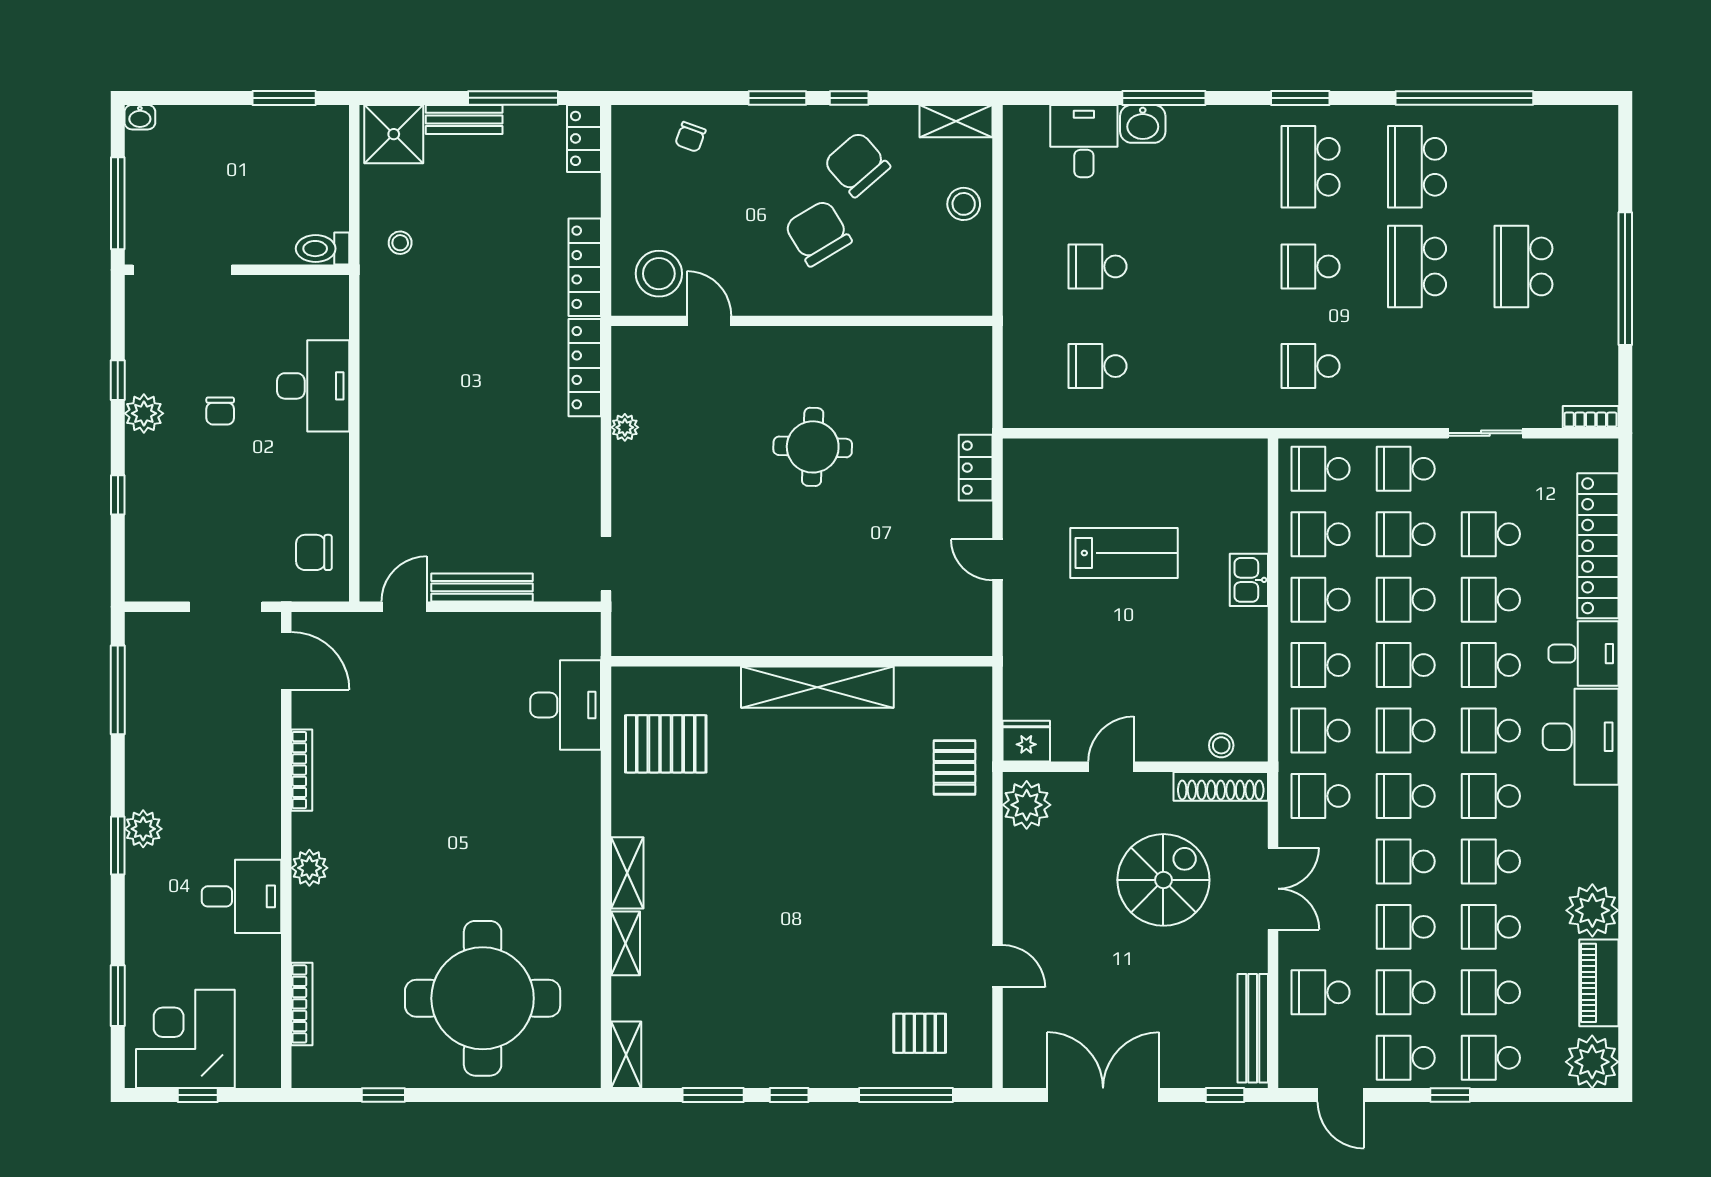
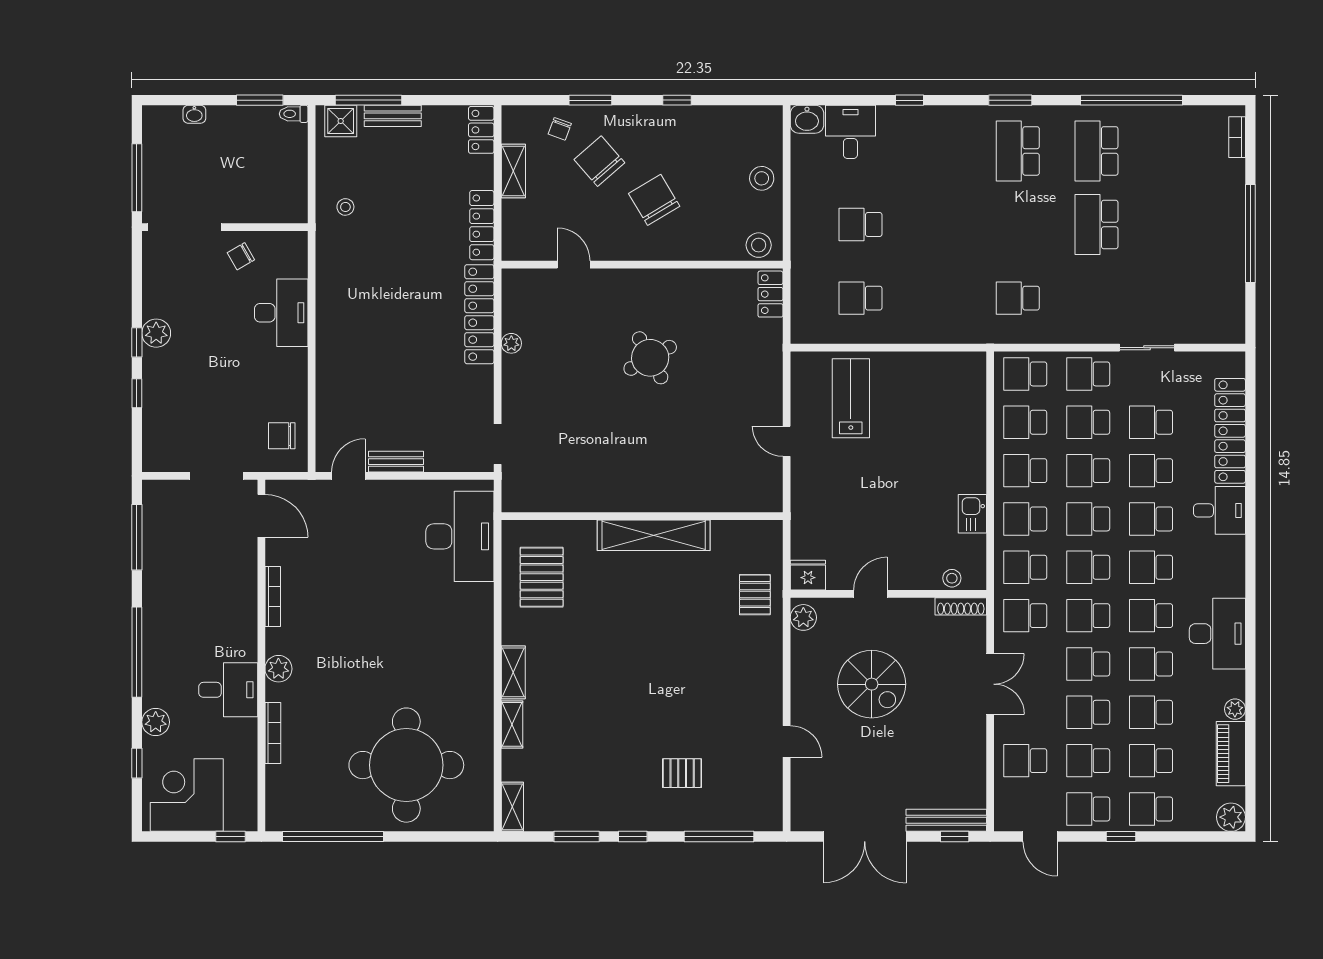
window: (513, 98) -> (369, 100), moved
window: (777, 98) -> (590, 100), moved
window: (1164, 98) -> (909, 100), width x0.46
washbasin: (140, 117) -> (194, 114), moved
shelving: (956, 121) -> (513, 171), moved, turned 90
washbasin: (1143, 124) -> (807, 119), moved
shower: (394, 134) -> (341, 121), width x0.73, depth x0.73
chair: (857, 164) -> (599, 161), moved
toilet: (323, 249) -> (294, 114), moved, width x0.73, depth x0.72
school desk: (1310, 266) -> (1018, 225), removed
school desk: (1523, 266) -> (1175, 225), removed
stool: (659, 274) -> (759, 245), moved, width x0.73, depth x0.73
locker: (585, 368) -> (479, 314), width x1.41, depth x1.21
window: (118, 380) -> (137, 342), moved
chair: (220, 411) -> (241, 256), moved, turned 60
bookcase: (1591, 417) -> (1237, 137), moved, turned -90
round table: (813, 447) -> (650, 358), turned -31
locker: (976, 468) -> (770, 294), moved
lab bench: (1124, 553) -> (851, 398), moved, turned -90
kitchen sink: (1249, 580) -> (972, 514), moved
bench: (482, 587) -> (396, 462), width x0.73
desk: (566, 705) -> (460, 536), width x1.36, depth x1.30
desk: (1581, 737) -> (1217, 634), moved
pallet: (666, 744) -> (542, 577), turned 90
shoe rack: (1221, 786) -> (961, 606), width x0.74, depth x0.81
plant: (1027, 805) -> (803, 617), width x0.73, depth x0.73
plant: (143, 829) -> (156, 722), moved
window: (118, 845) -> (137, 652), width x2.11
spiral stairs: (1163, 880) -> (872, 684), moved, turned 90
plant: (1592, 910) -> (1235, 709), width x0.53, depth x0.53
window: (118, 996) -> (137, 763), width x0.67
bookcase: (302, 1004) -> (273, 733), moved
bench: (1253, 1028) -> (946, 820), moved, turned 90
pallet: (920, 1033) -> (682, 773), moved
plant: (1592, 1062) -> (1231, 817), width x0.73, depth x0.73
window: (198, 1095) -> (231, 837), moved
window: (383, 1095) -> (333, 837), width x3.17
double door: (1103, 1095) -> (865, 837), swing flipped

